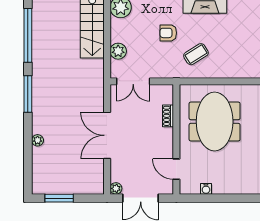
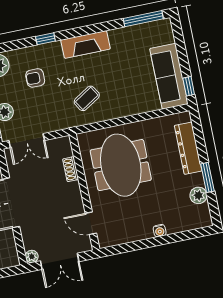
armchair: (168, 33) -> (35, 78), moved
water cooler: (206, 189) -> (160, 231), moved

